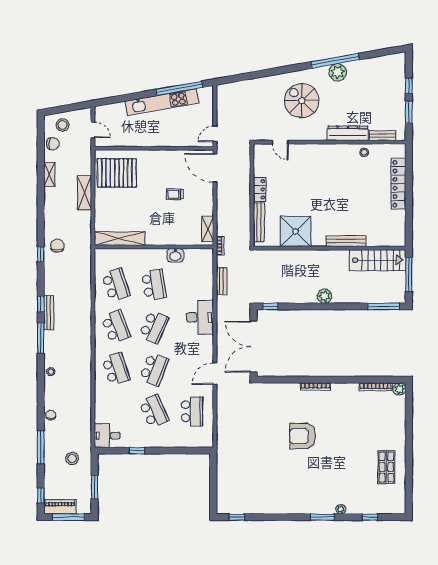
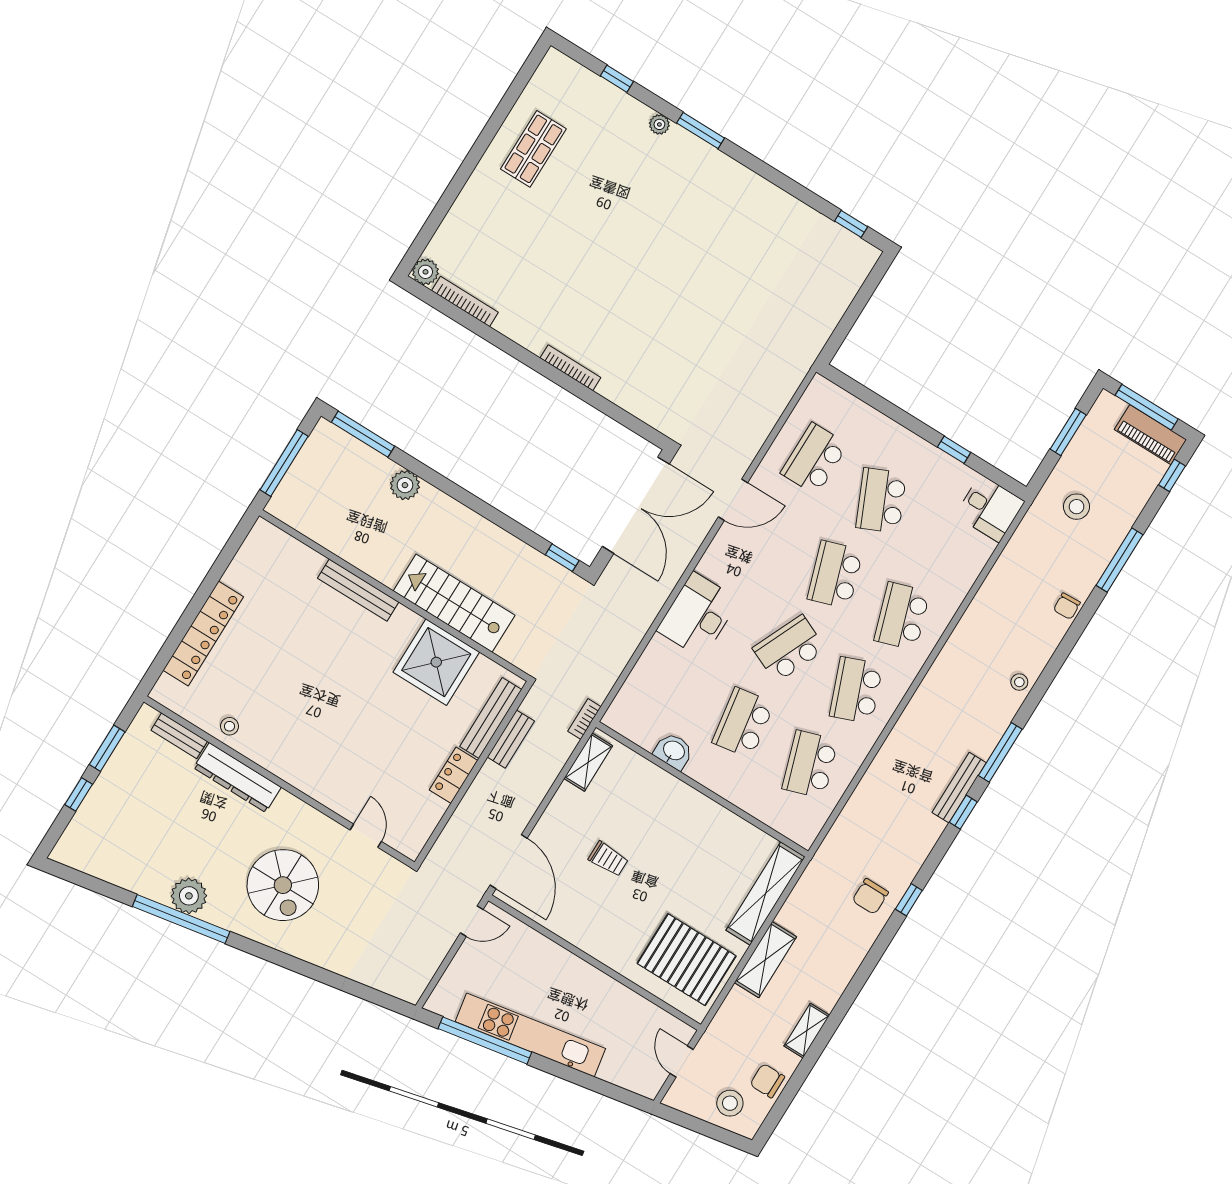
shelving: (120, 238) -> (765, 894), moved, turned 90
stairs: (378, 260) -> (454, 603), moved
bench: (222, 281) -> (511, 739), moved
plant: (324, 296) -> (405, 485), moved
school desk: (154, 369) -> (835, 575), turned -39
armchair: (303, 436) -> (647, 295), removed

